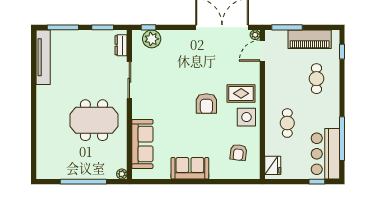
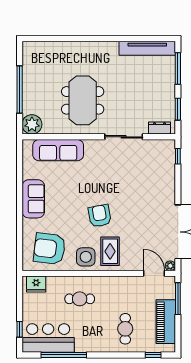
plant: (152, 39) -> (166, 160), removed
cafe table: (316, 79) -> (125, 329), turned 90
armchair: (206, 104) -> (100, 216), turned 80
armchair: (238, 152) -> (49, 249), width x1.88, depth x1.88
plant: (122, 174) -> (32, 124), width x1.88, depth x1.88

